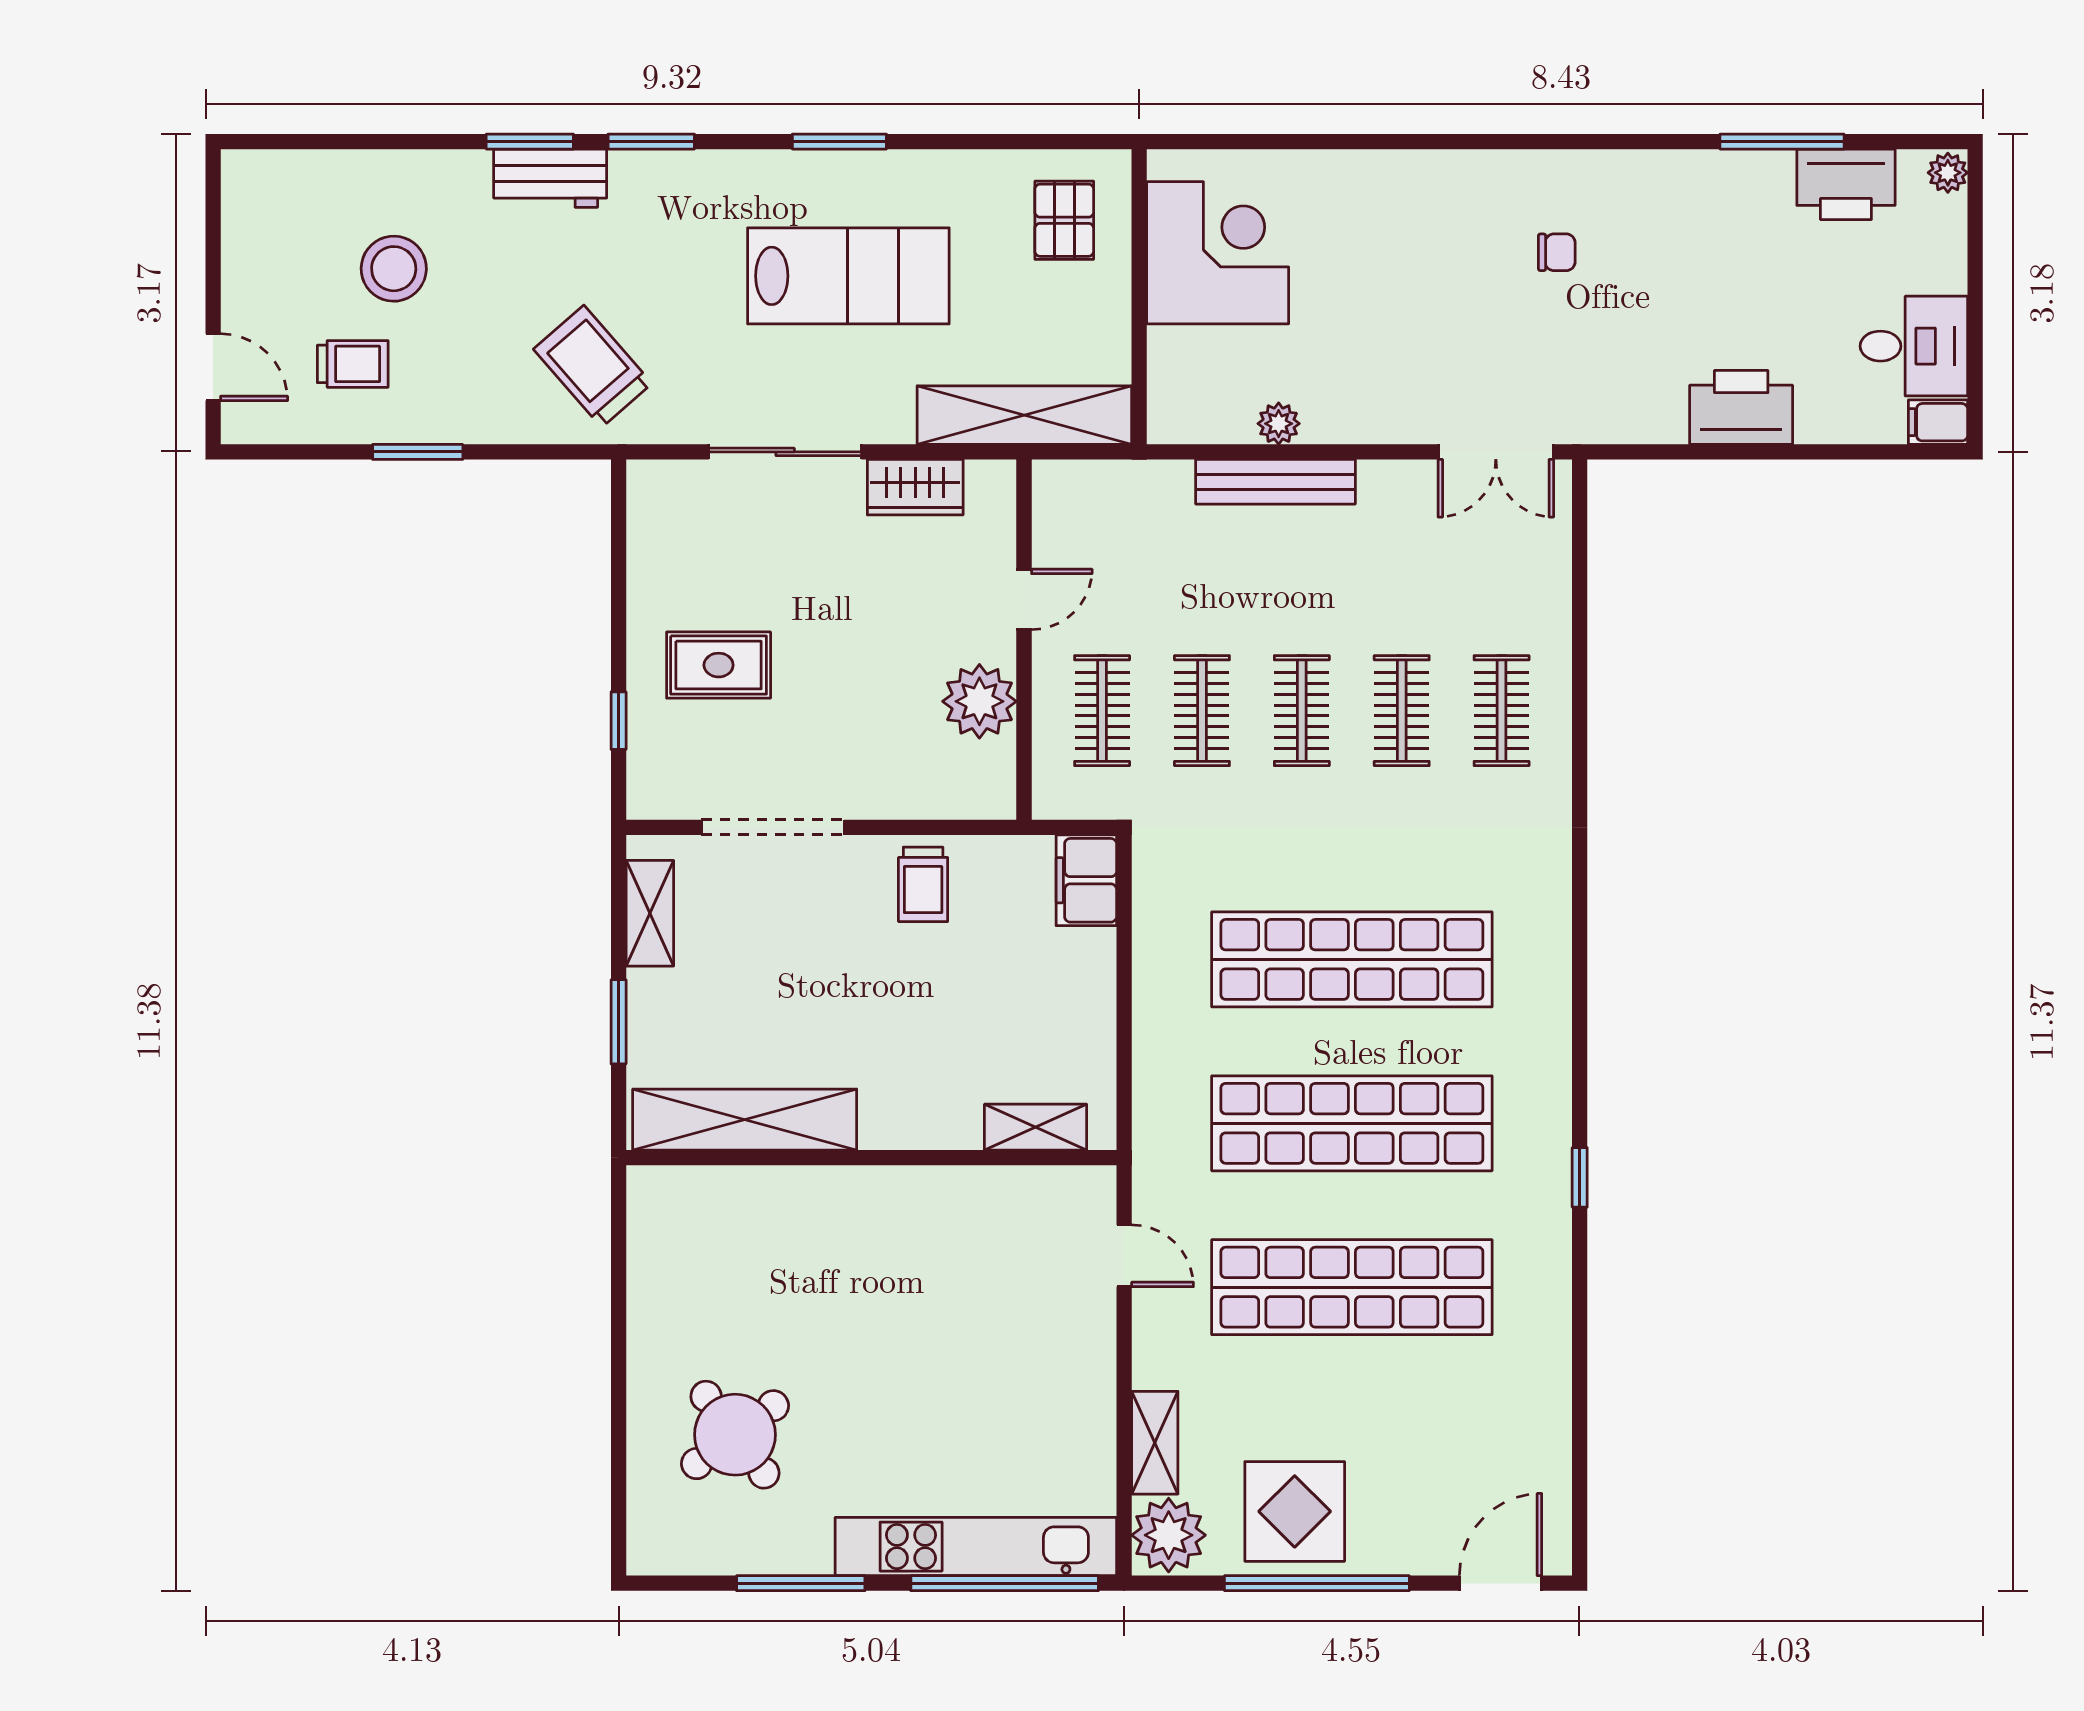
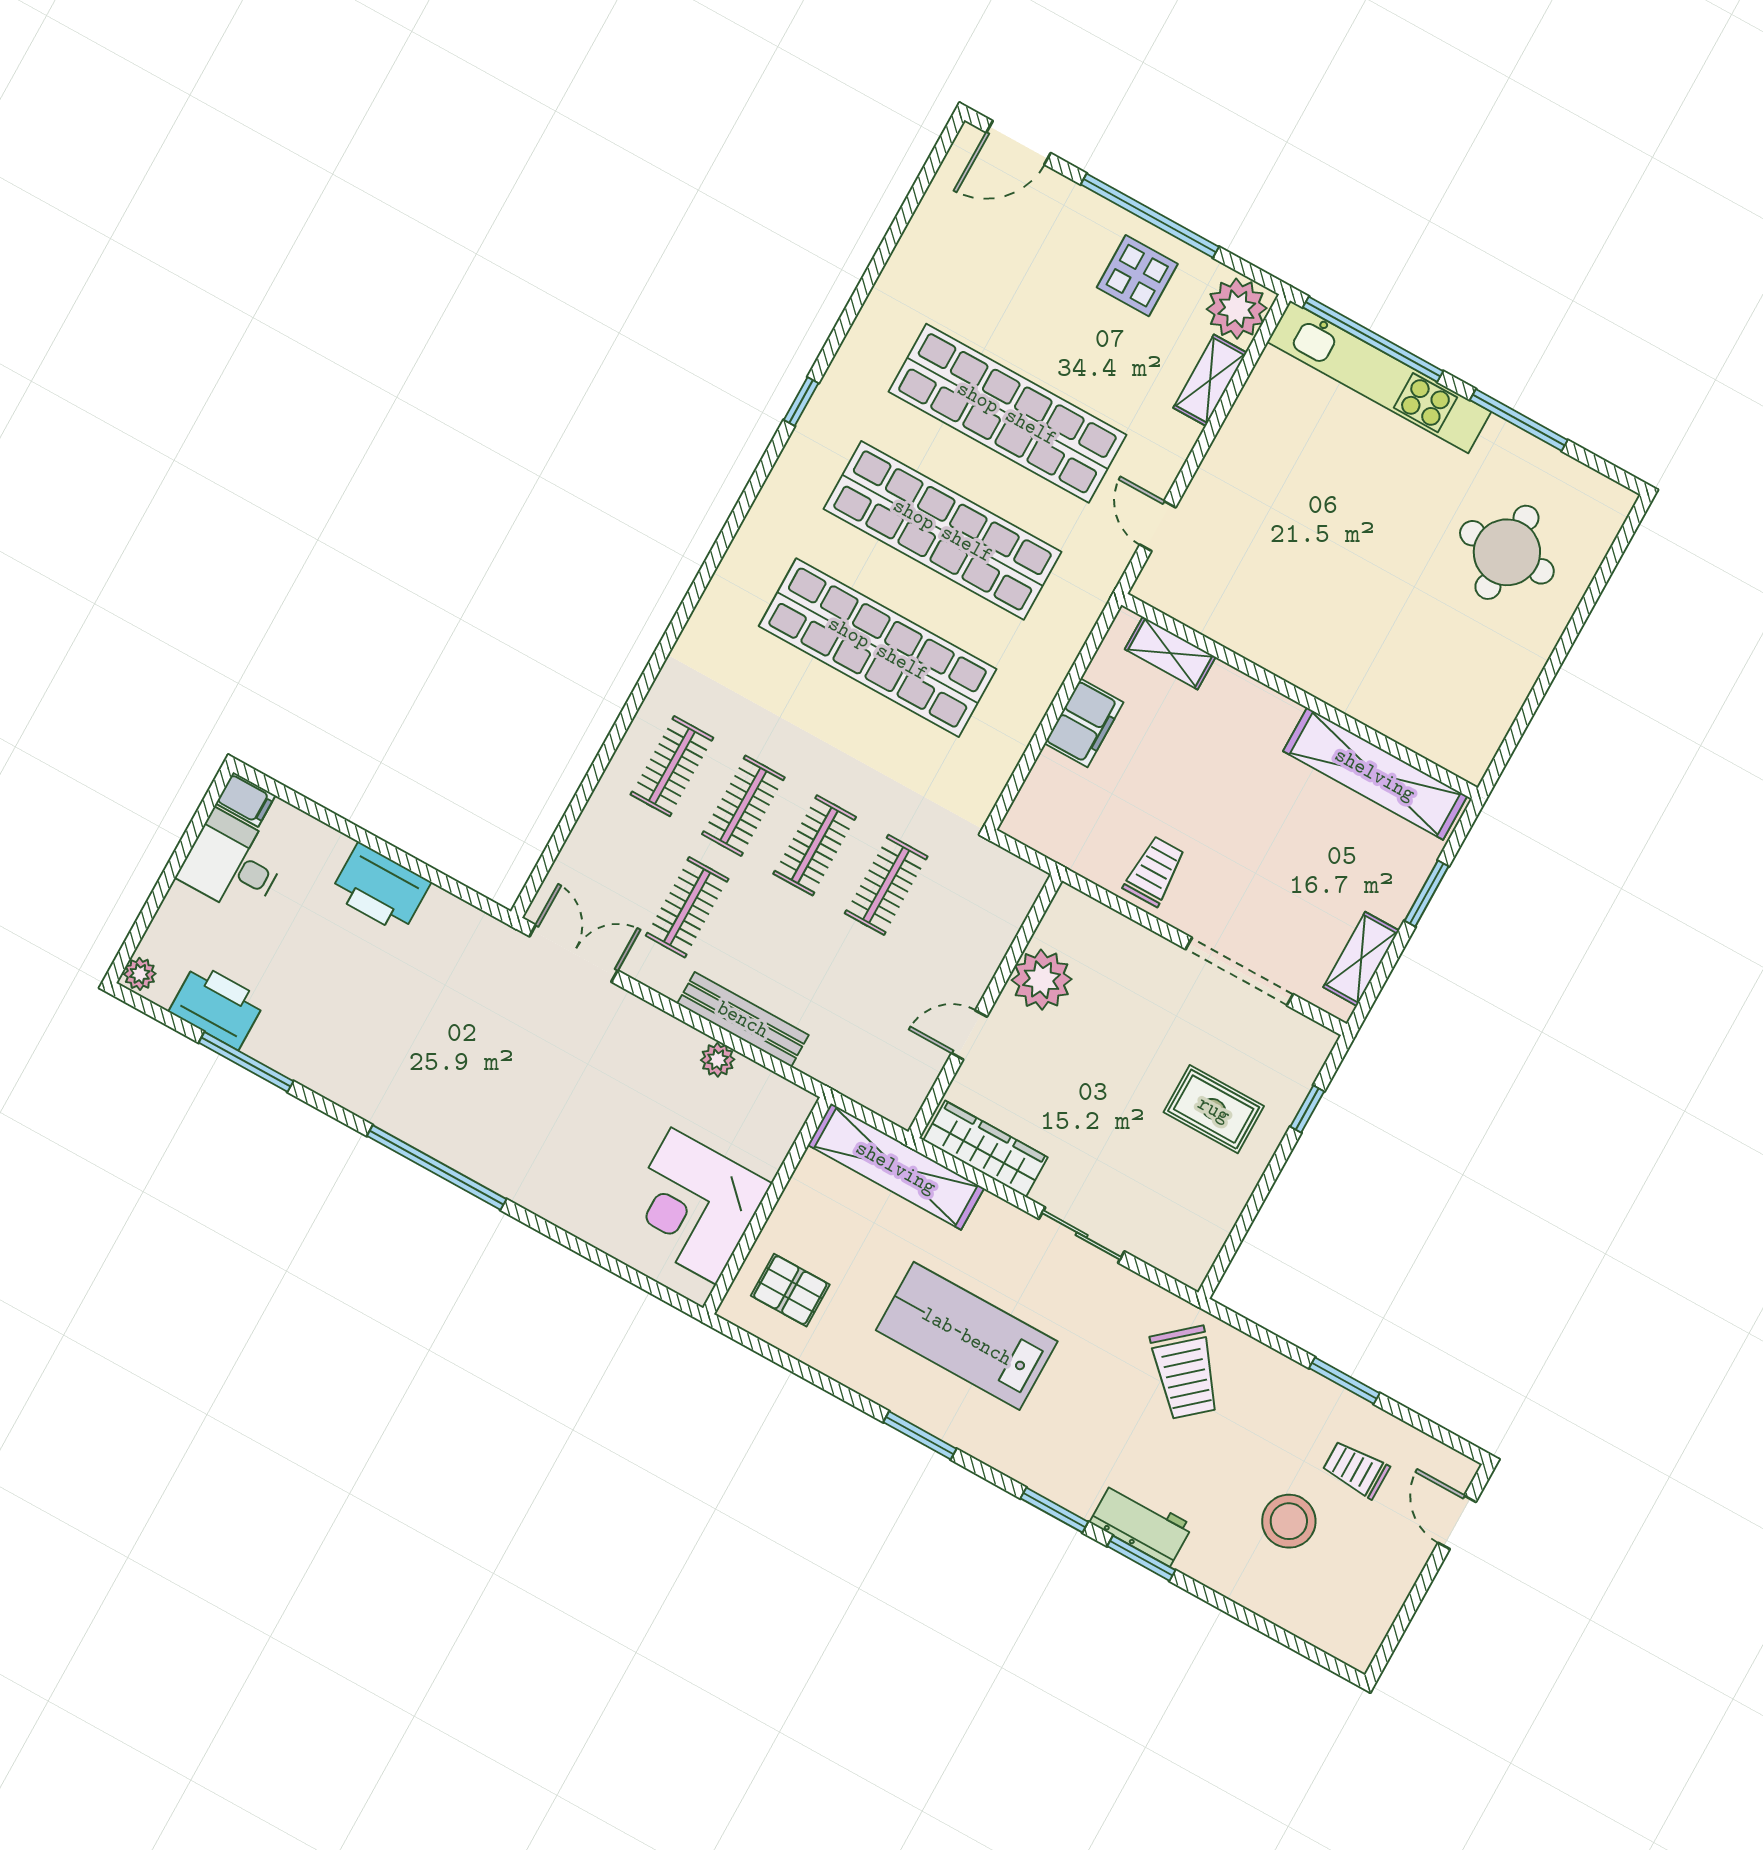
window: (1515, 142) -> (437, 1168), added
pallet: (1064, 220) -> (790, 1290), turned 90
chair: (1557, 252) -> (451, 1072), removed
sliding door: (785, 452) -> (1082, 1235), width x0.73
wardrobe: (915, 487) -> (985, 1149), width x1.50
clothes rail: (1102, 711) -> (687, 907), moved
filing cabinet: (1086, 880) -> (1084, 723), moved
round table: (735, 1435) -> (1507, 552), turned 37
display table: (1295, 1511) -> (1137, 276), width x0.73, depth x0.73

